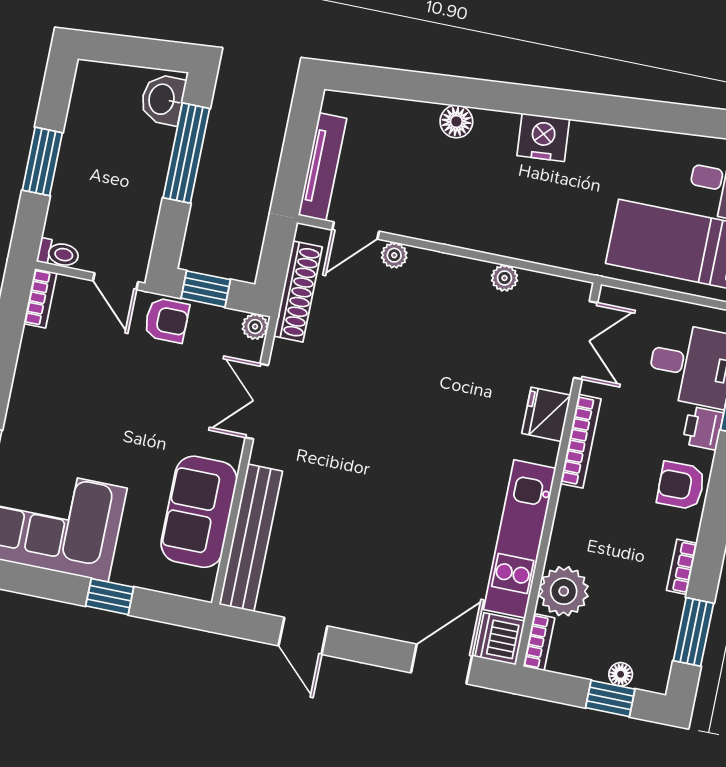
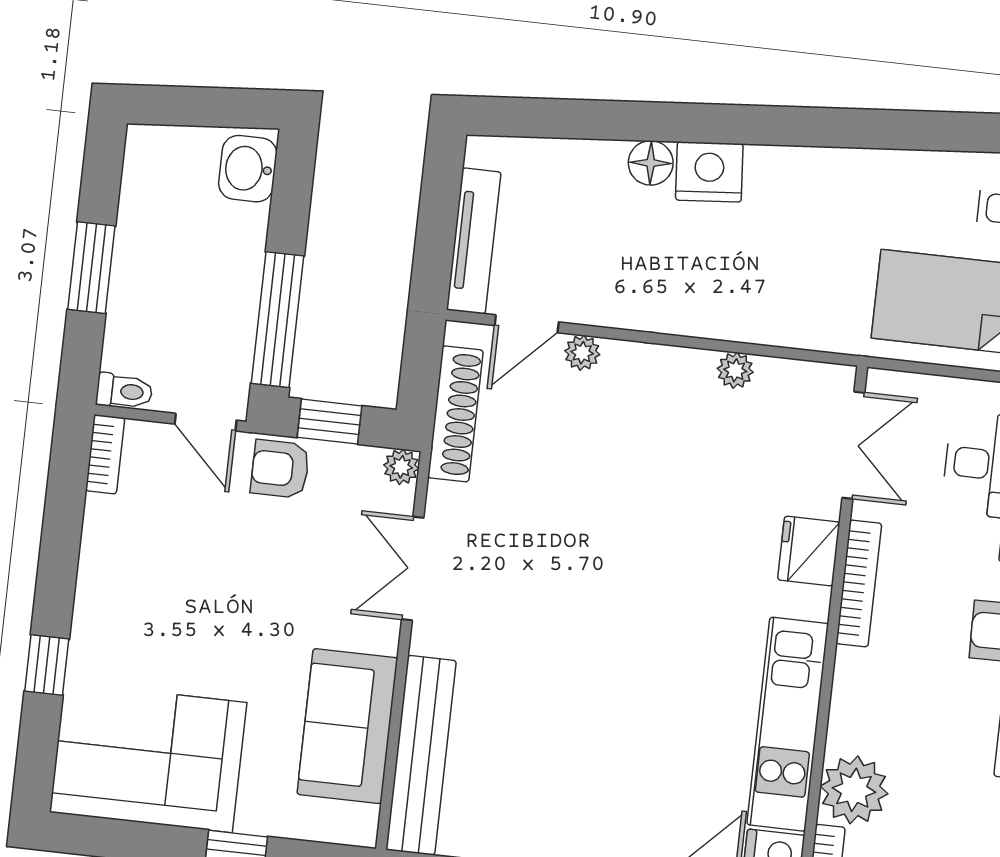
nightstand: (543, 137) -> (709, 172), moved
window: (186, 153) -> (277, 320), moved
armchair: (167, 320) -> (280, 469), turned 180

